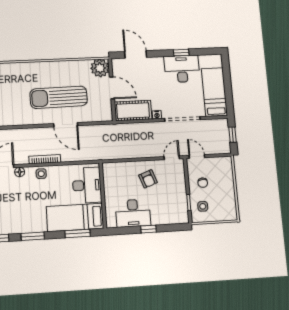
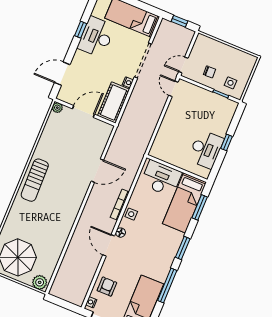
plant: (100, 68) -> (57, 108), width x0.53, depth x0.53
sun lounger: (59, 97) -> (35, 180), moved, width x0.73, depth x0.75
armchair: (148, 179) -> (182, 120), removed

